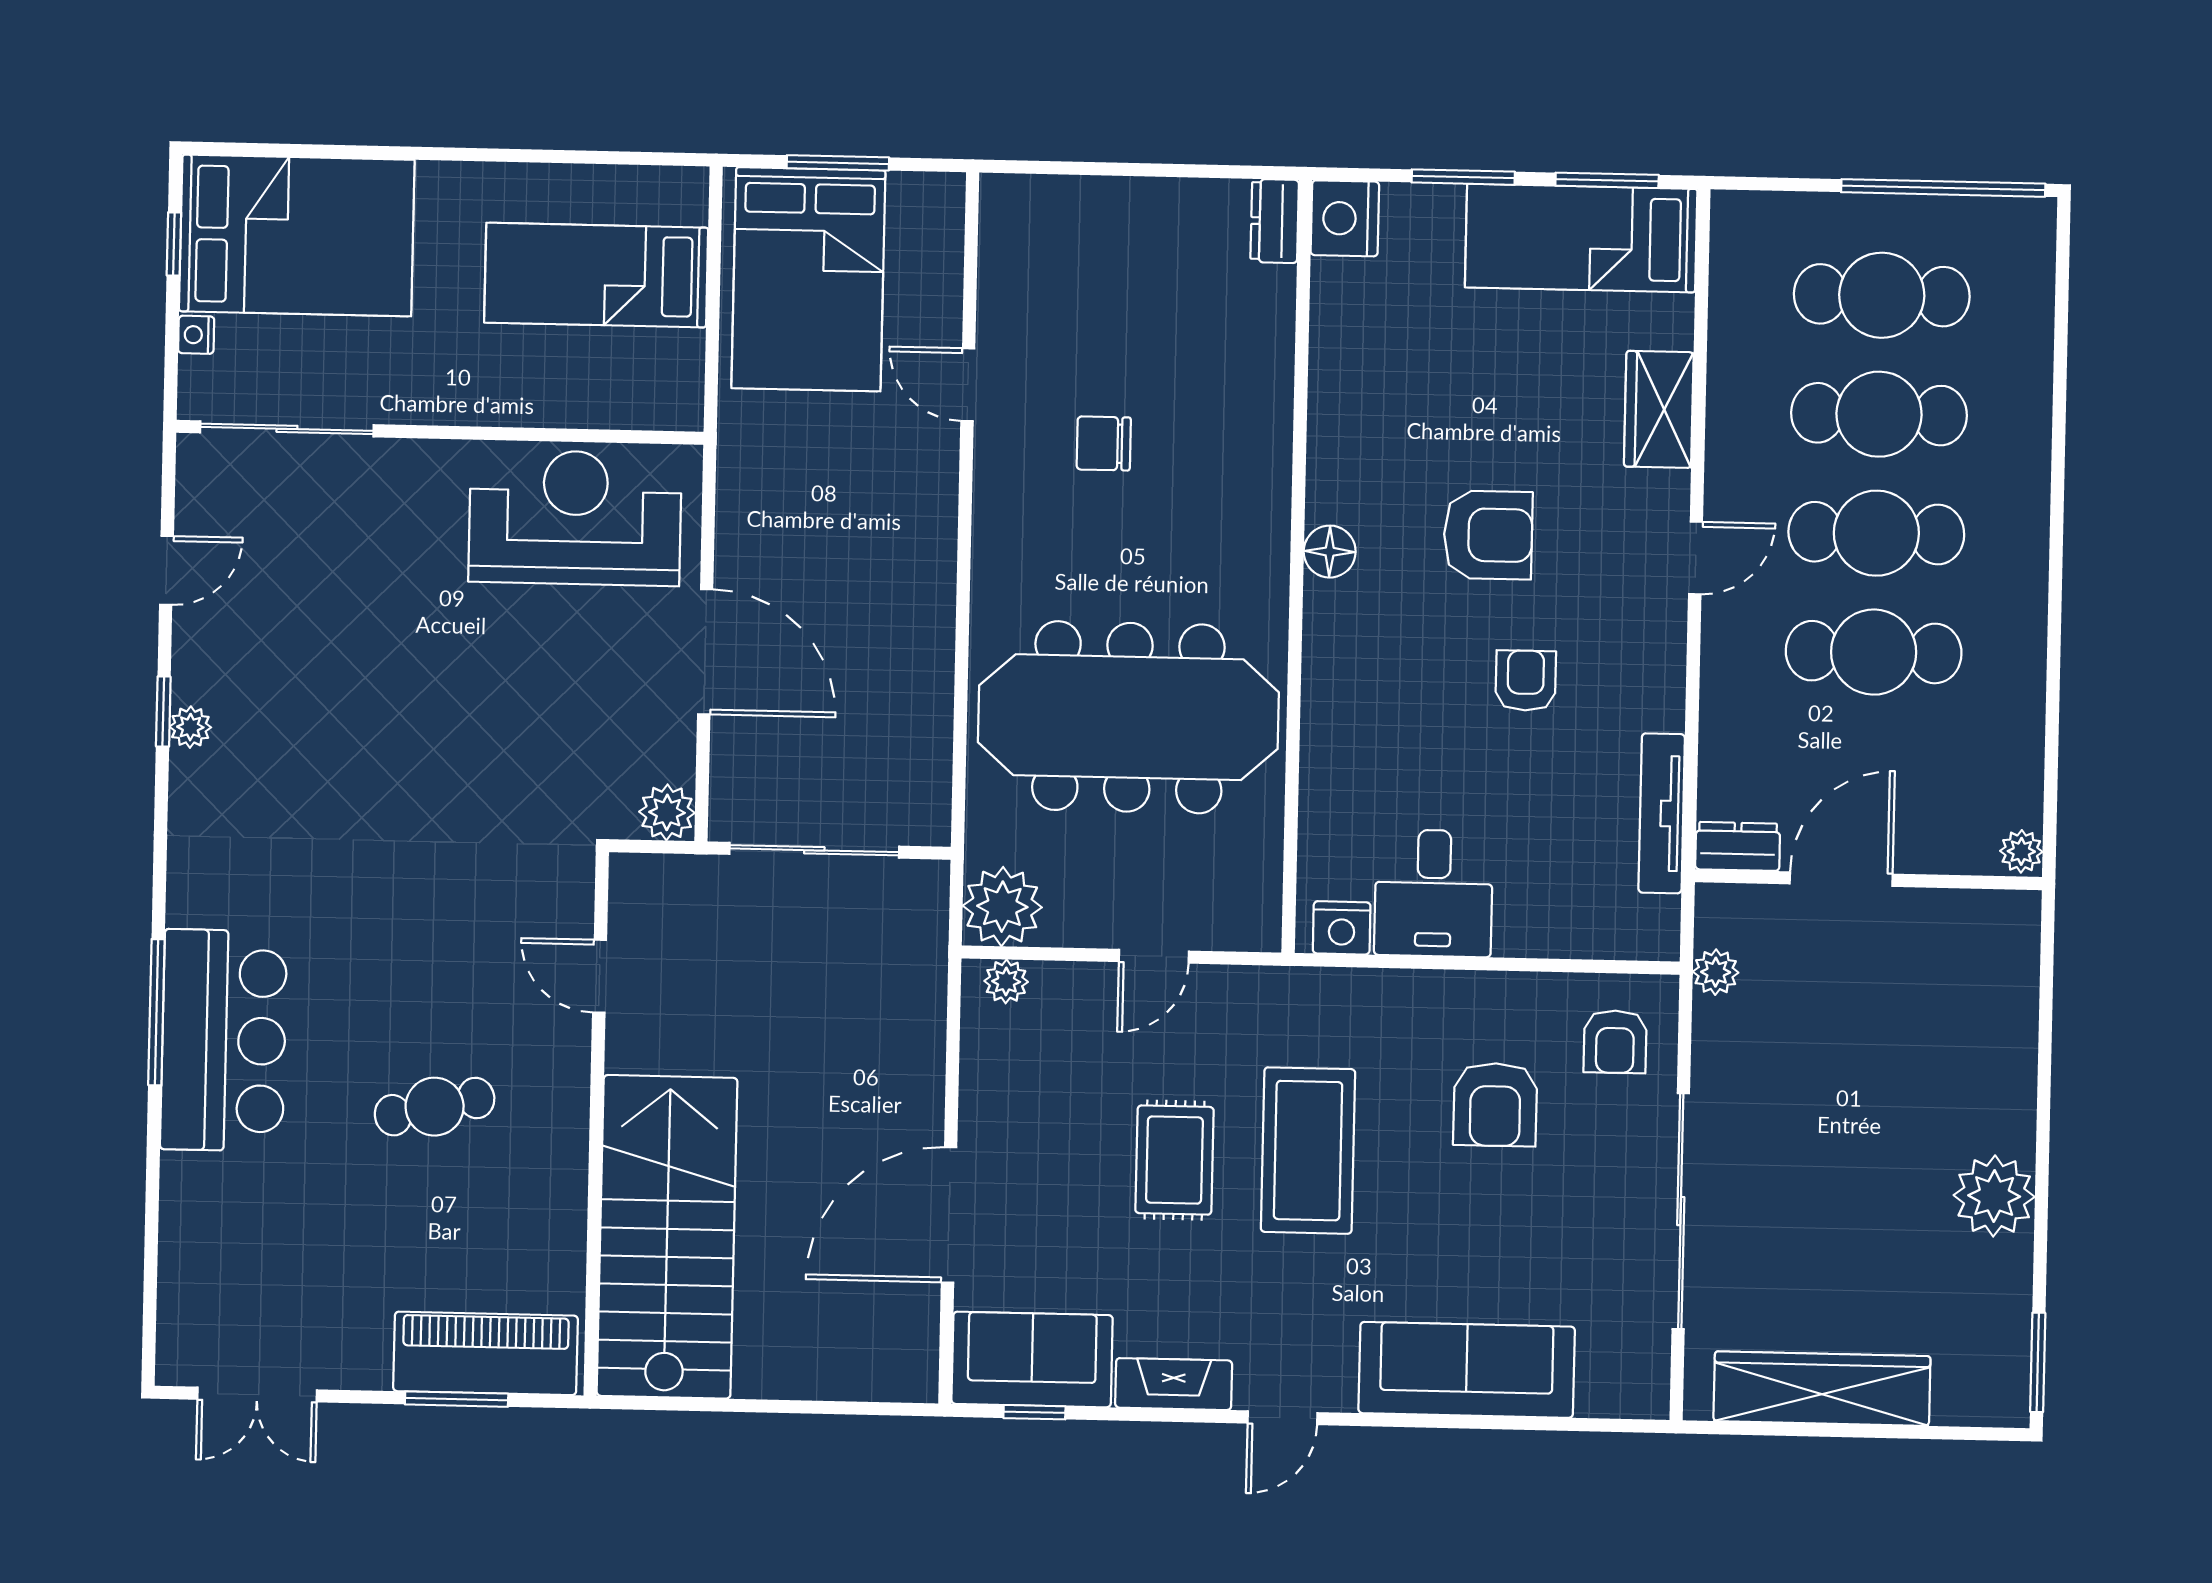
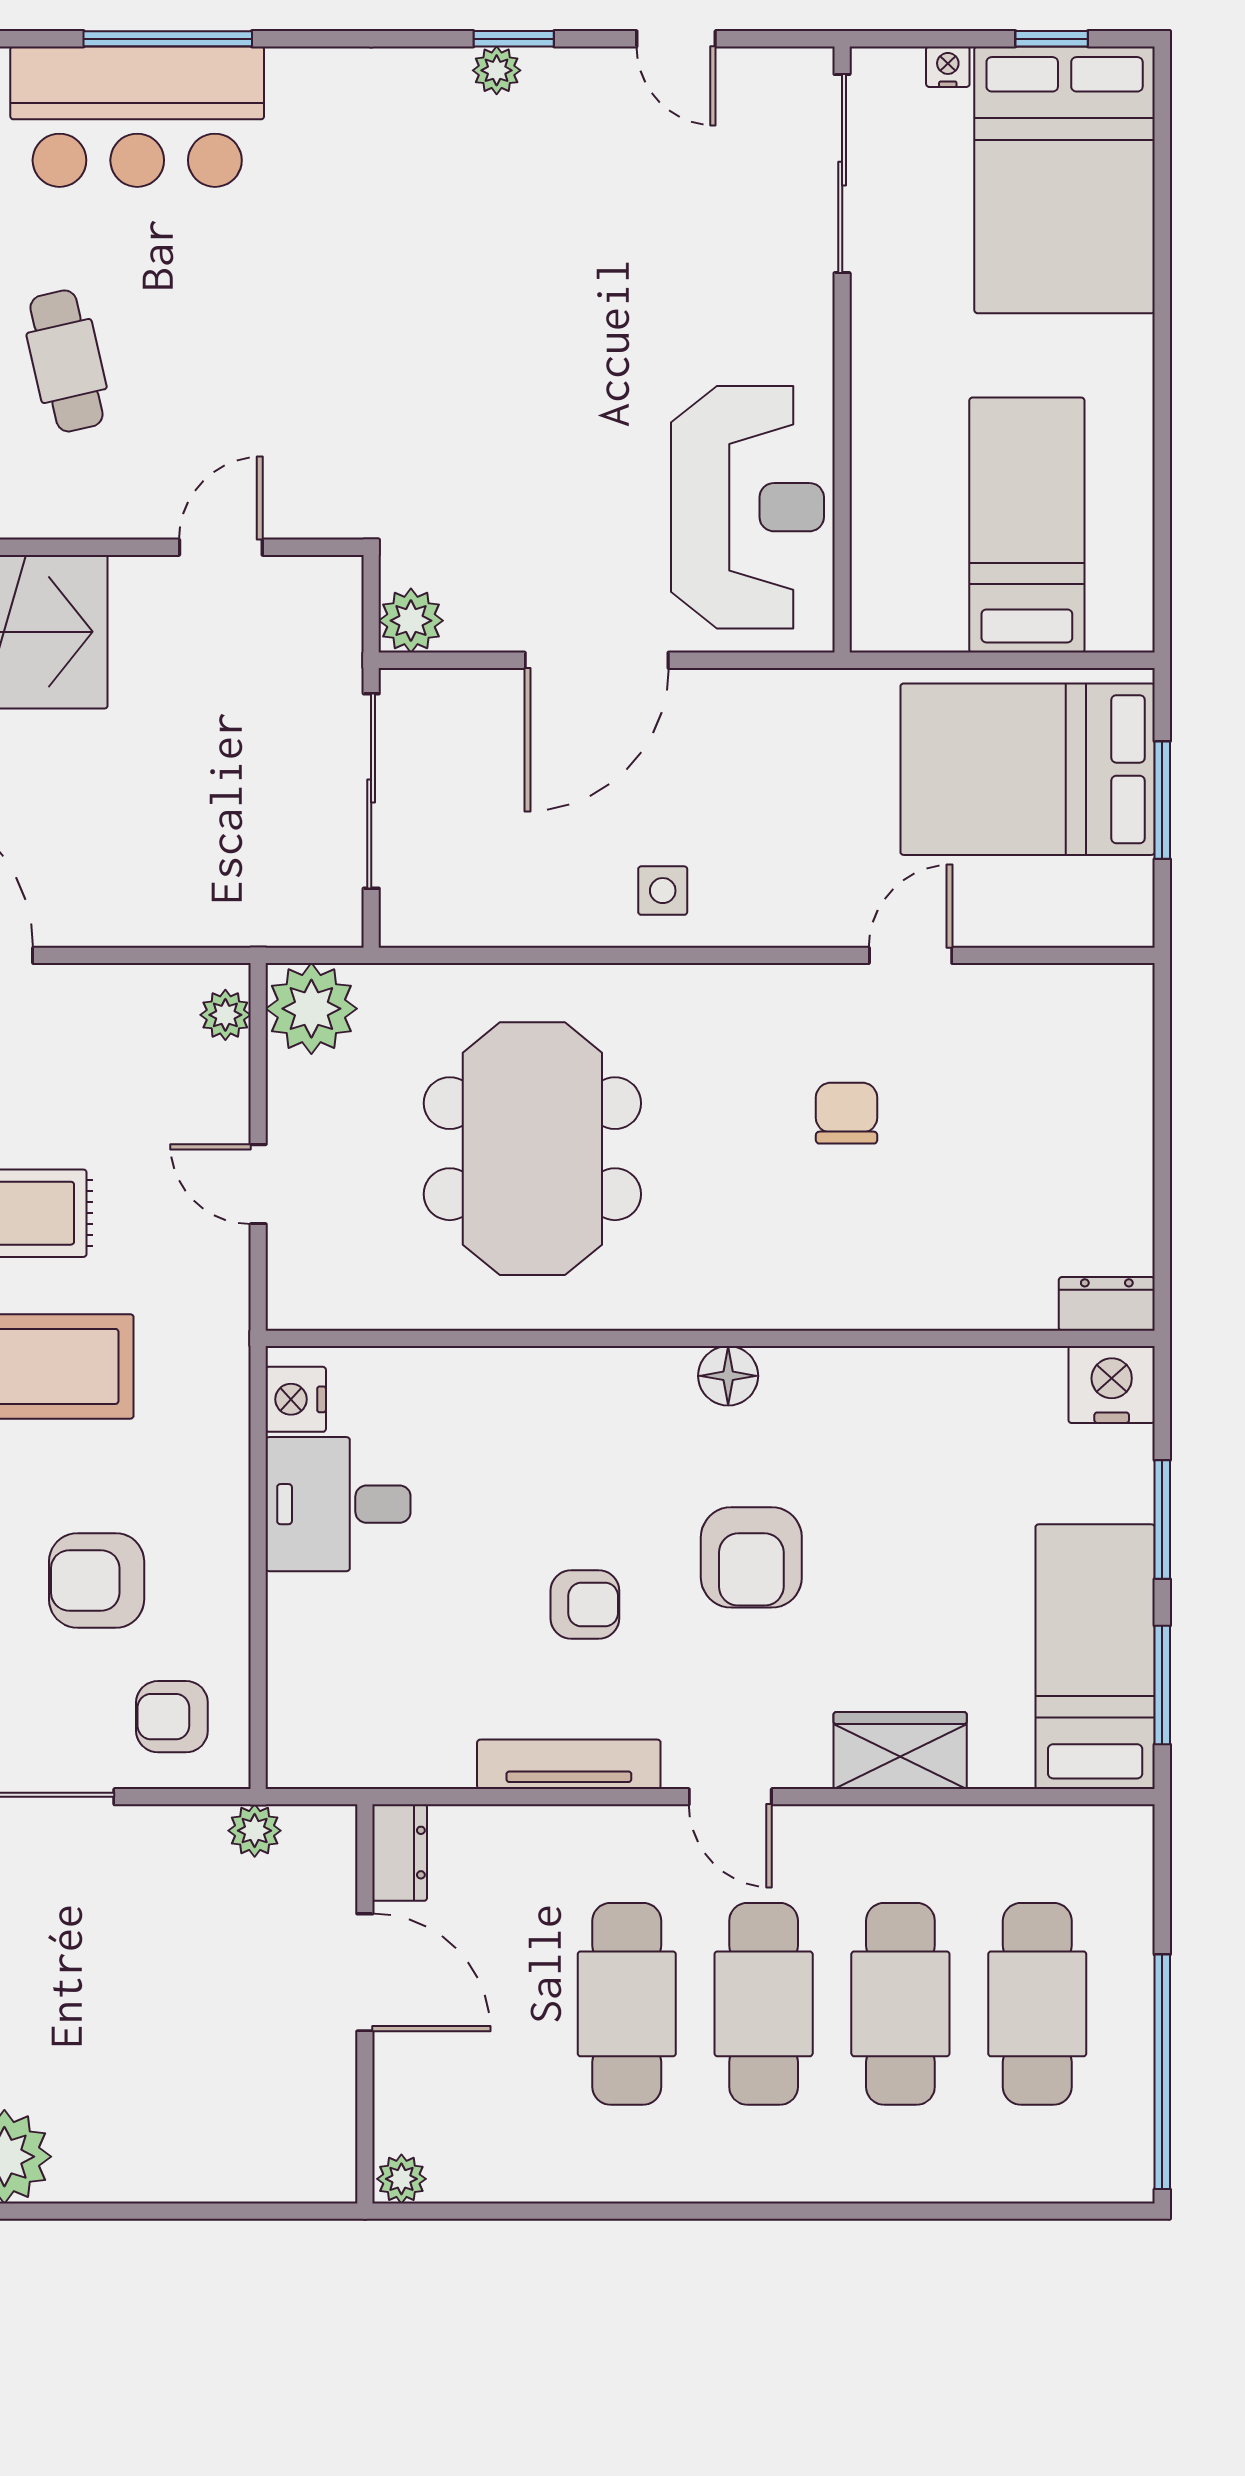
side table: (907, 599) -> (663, 891), added
meeting table: (1128, 717) -> (532, 1149), width x0.73
tv unit: (1662, 813) -> (569, 1764), moved

